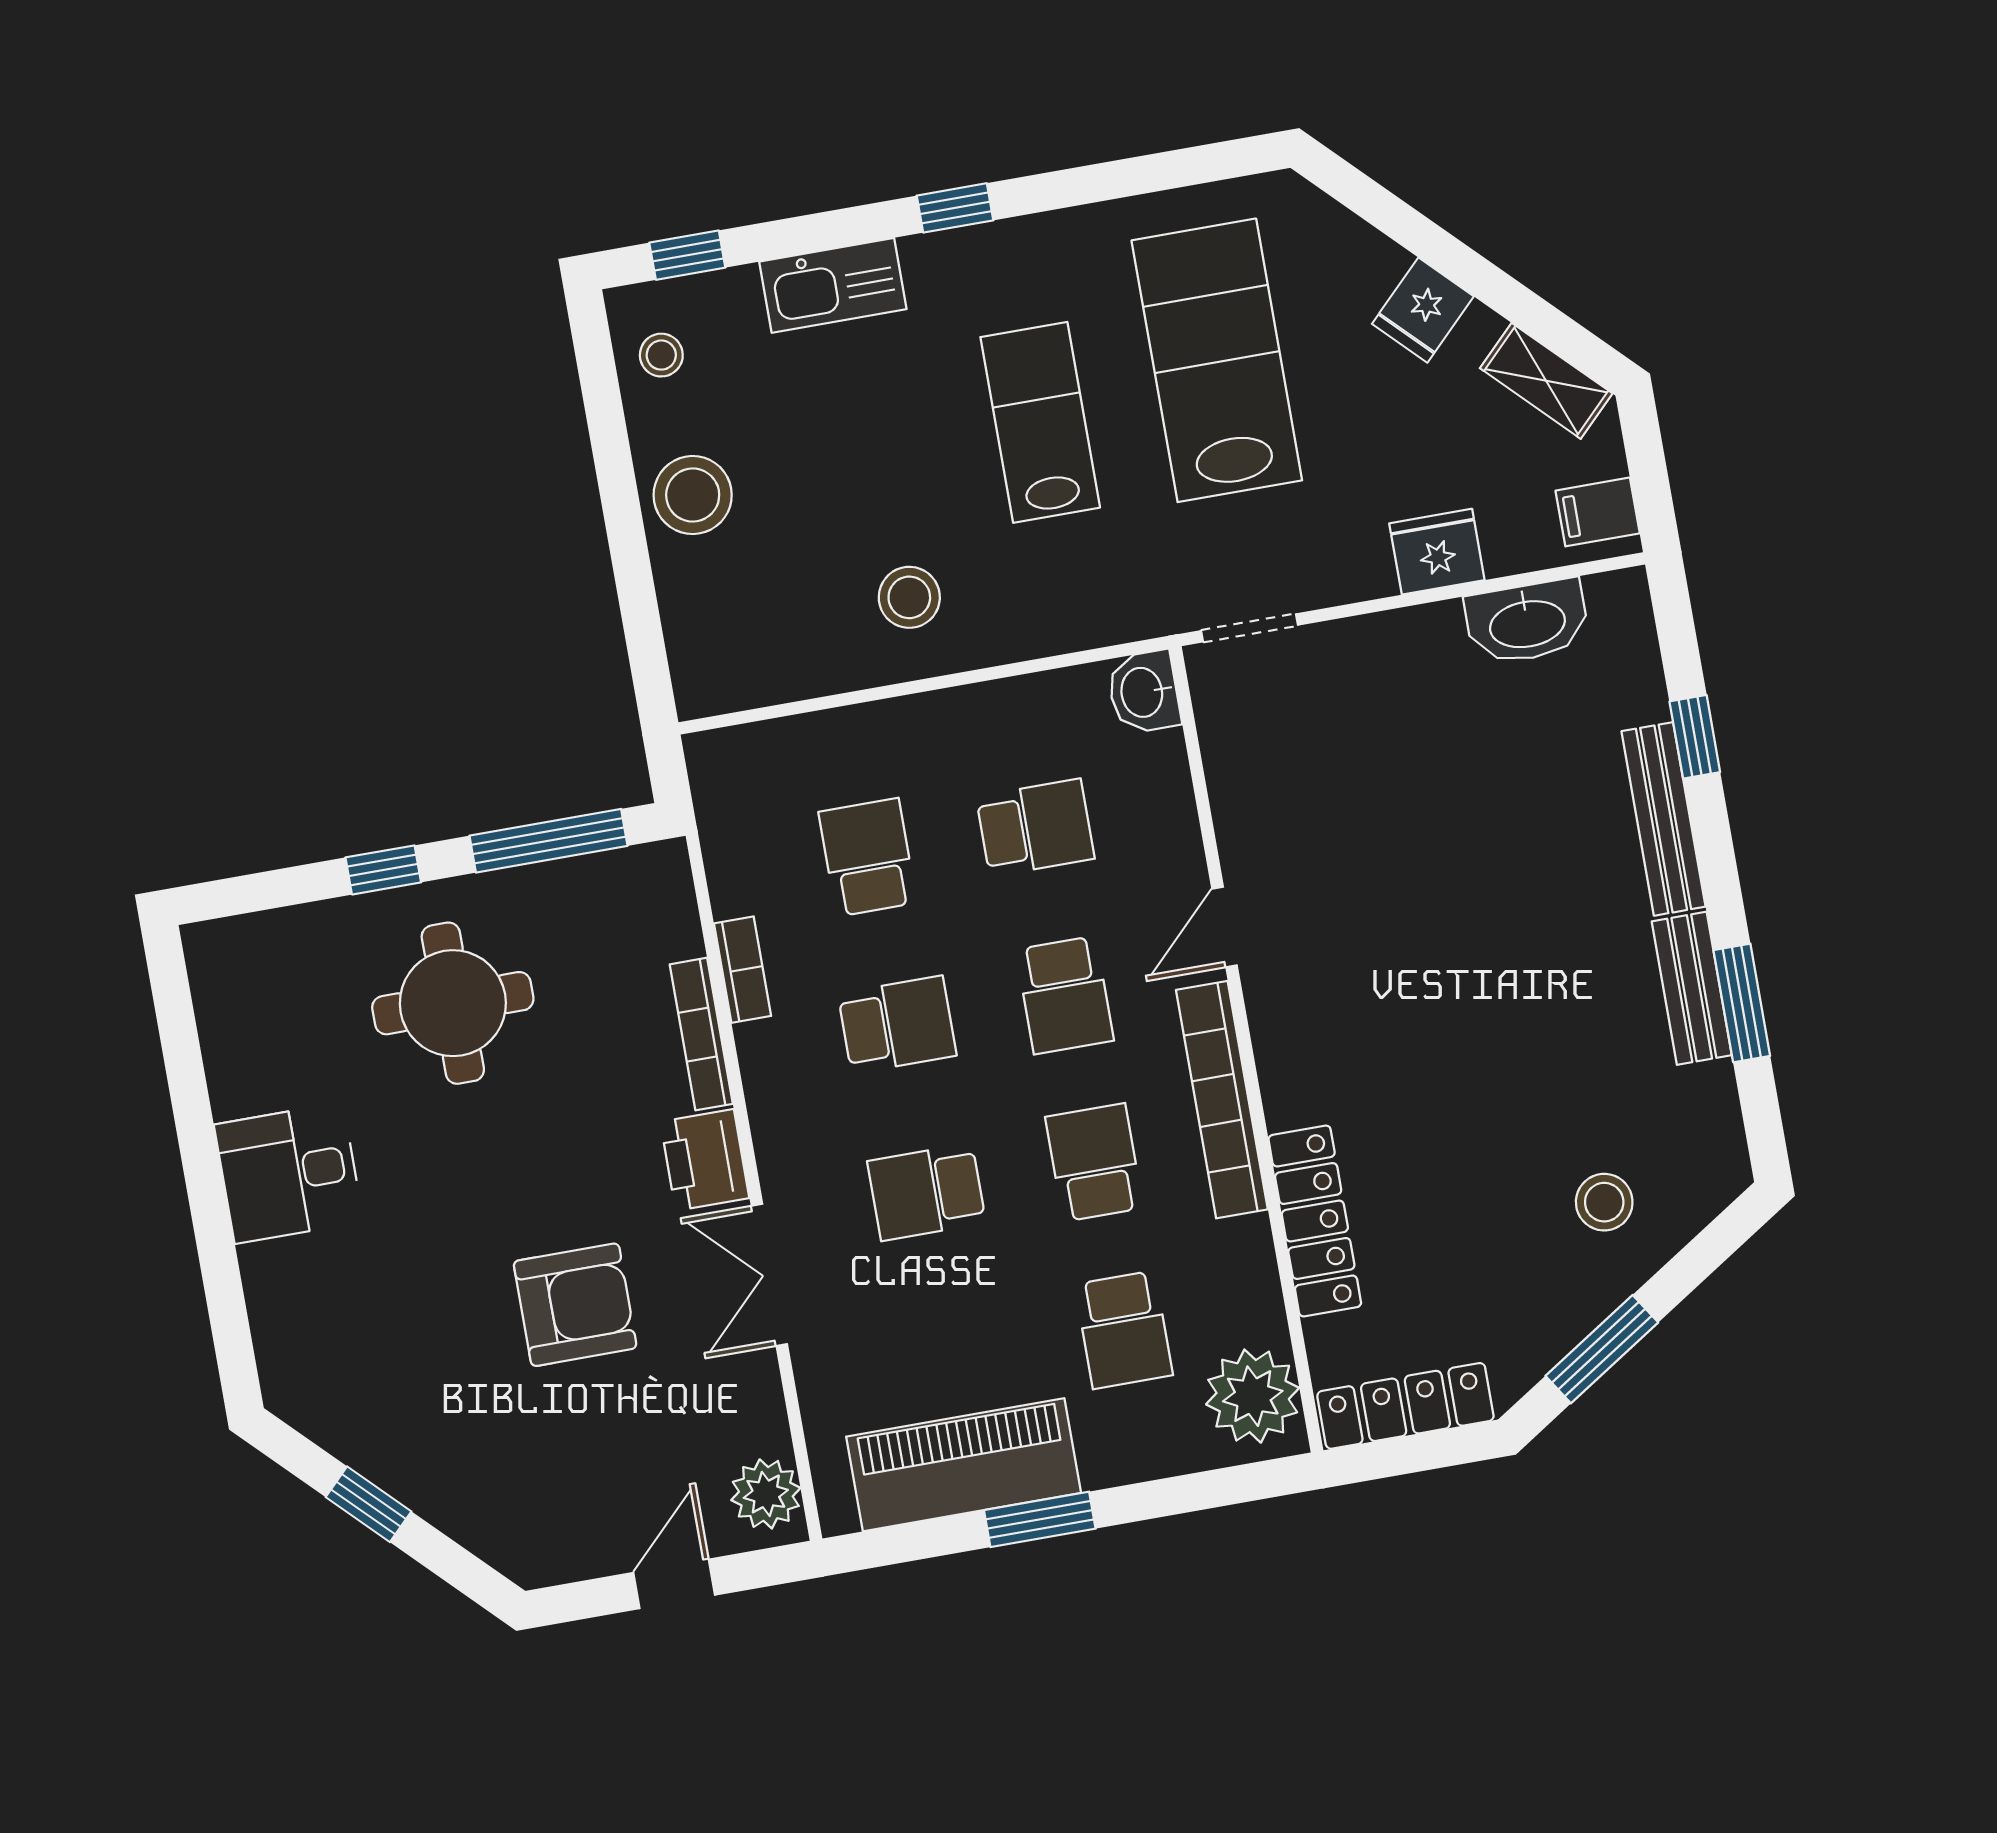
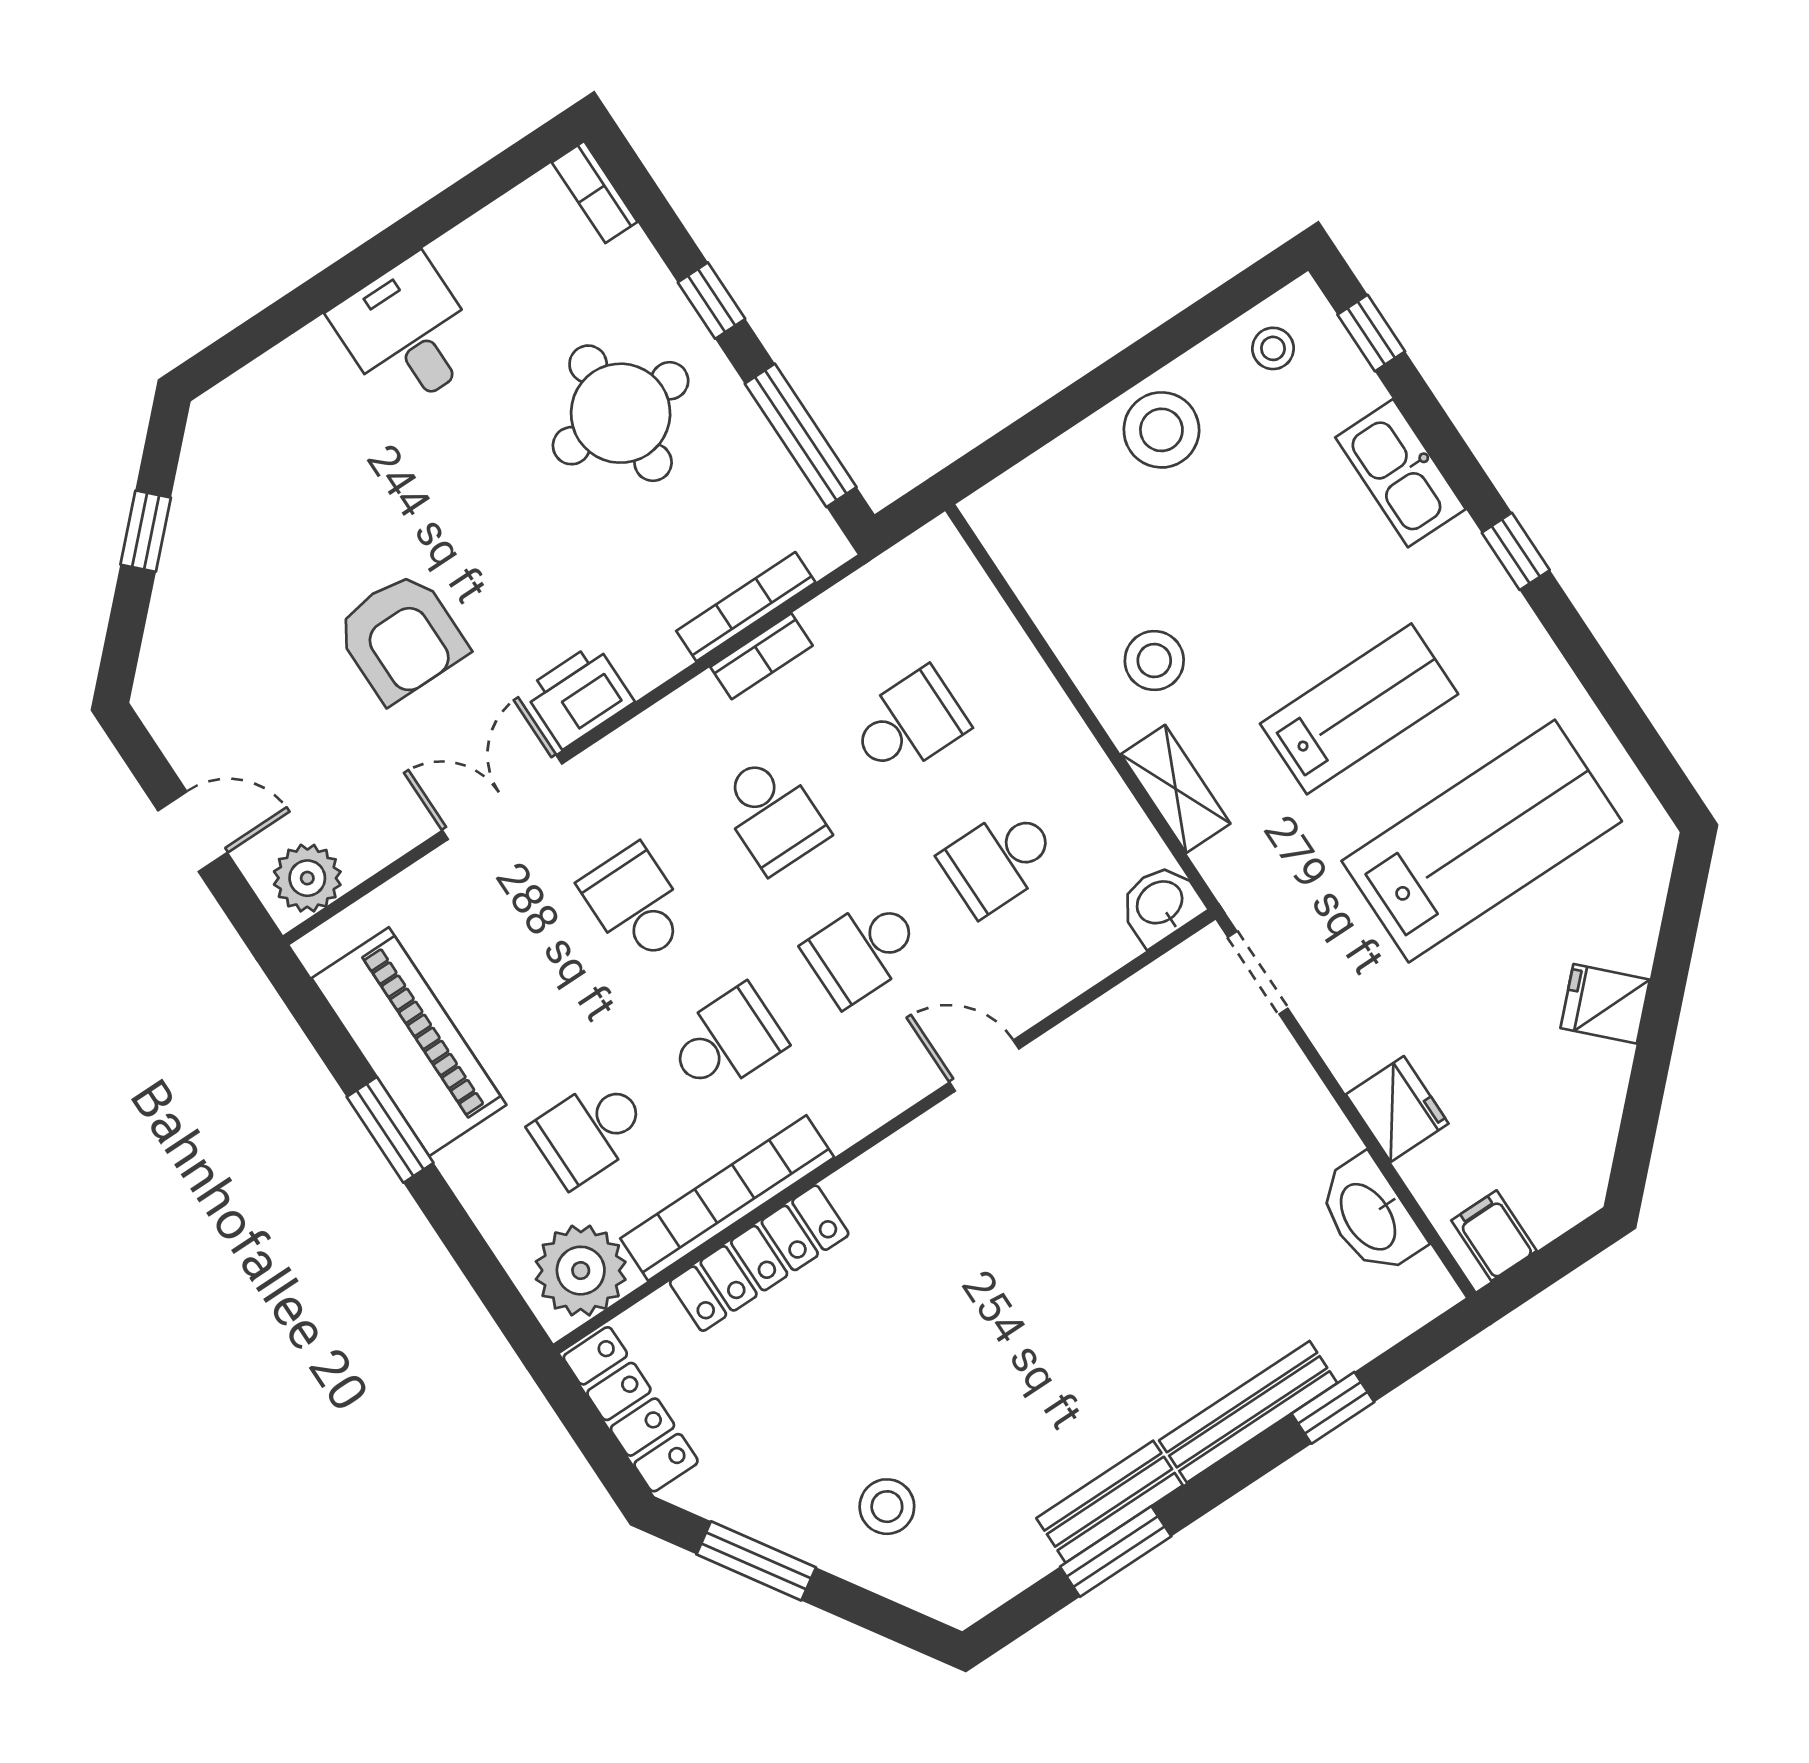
shelving: (1546, 381) -> (1176, 789), moved, turned -45
school desk: (1035, 828) -> (999, 860), turned 90
bookcase: (232, 936) -> (595, 192), added
bookcase: (701, 1034) -> (746, 607), moved
bookcase: (1222, 1100) -> (727, 1198), moved

